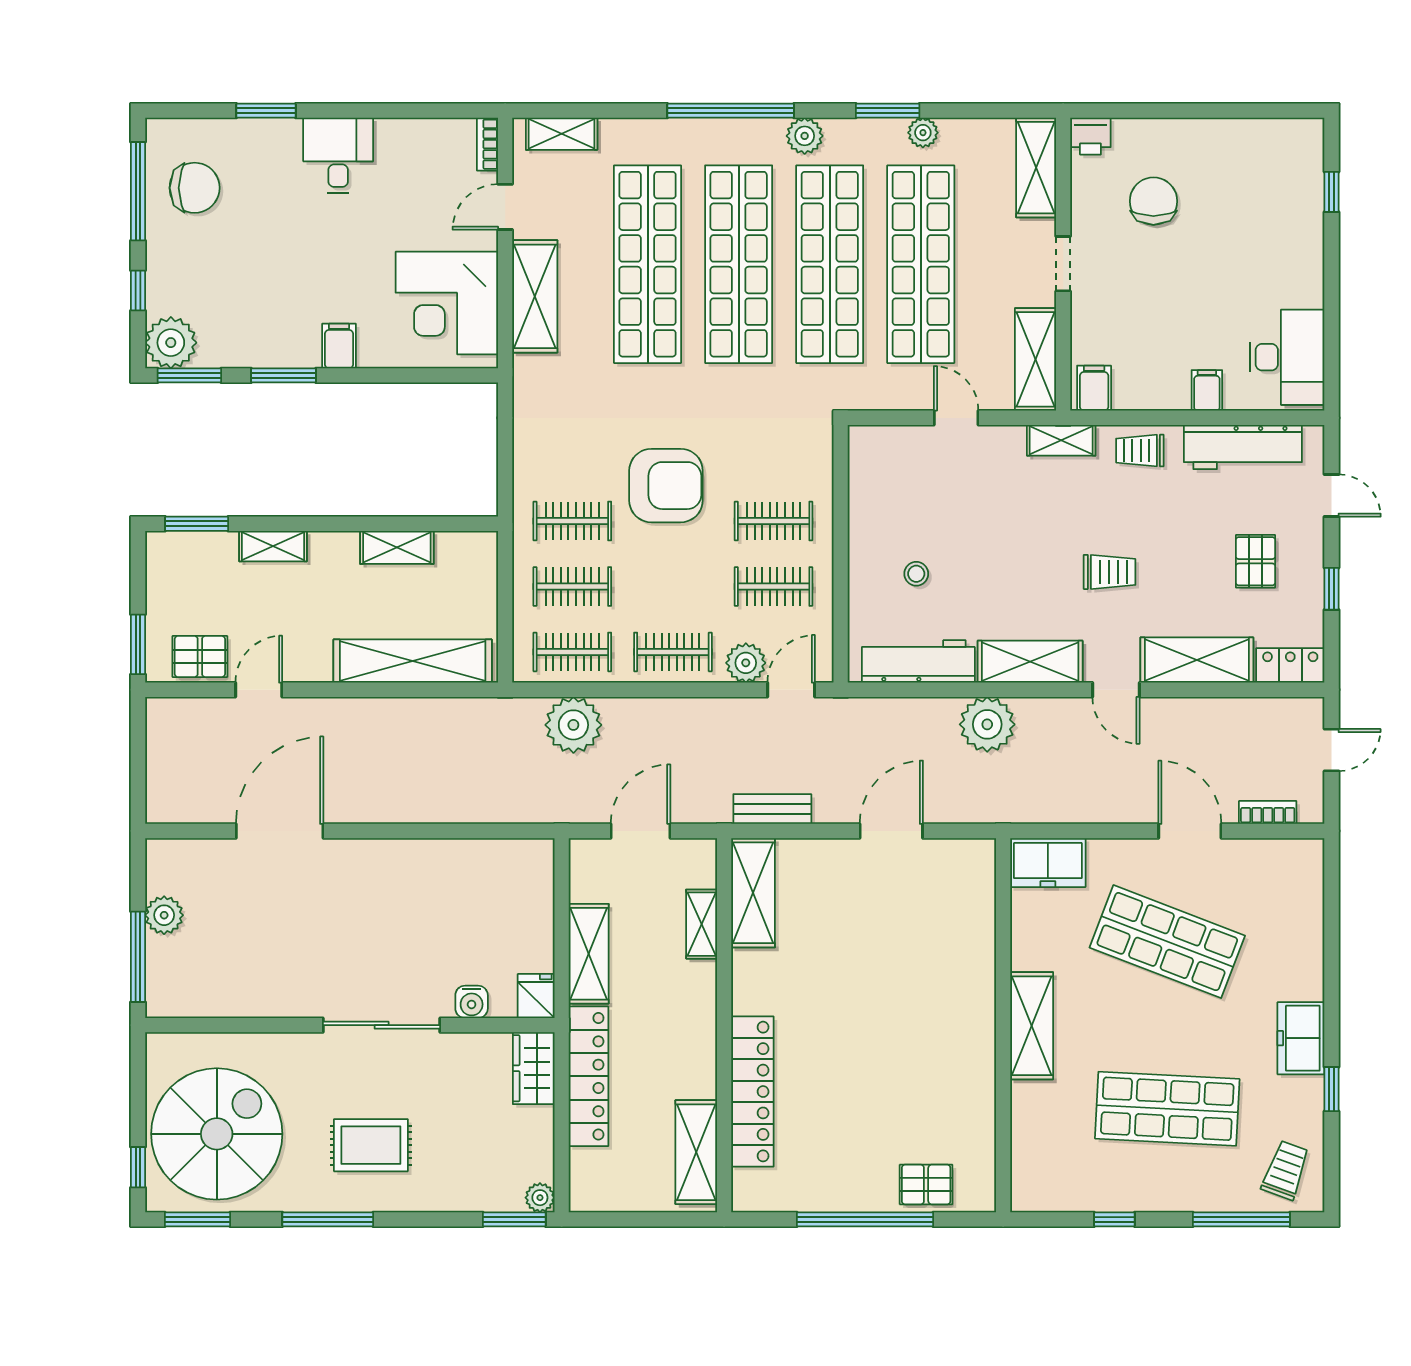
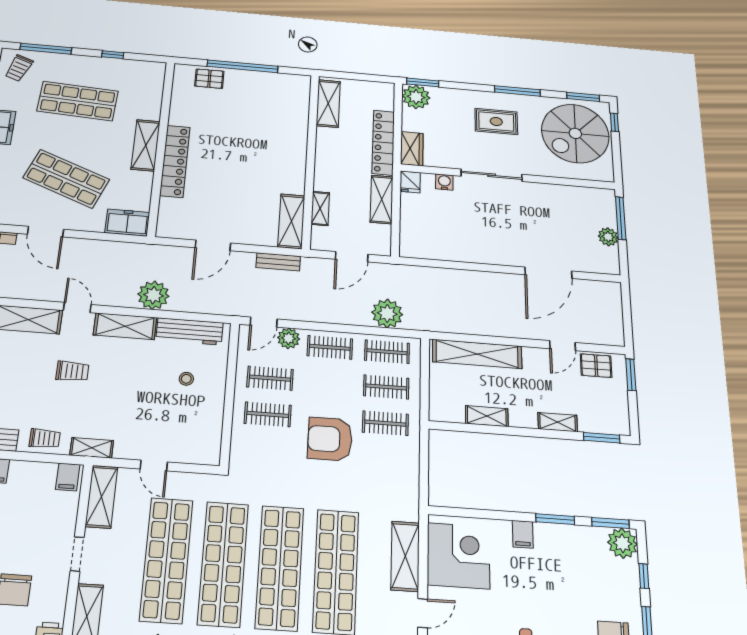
trolley: (1110, 572) -> (72, 371), turned 180
locker: (752, 1092) -> (175, 161), moved, turned 180
plant: (540, 1198) -> (416, 97), width x1.88, depth x1.88

